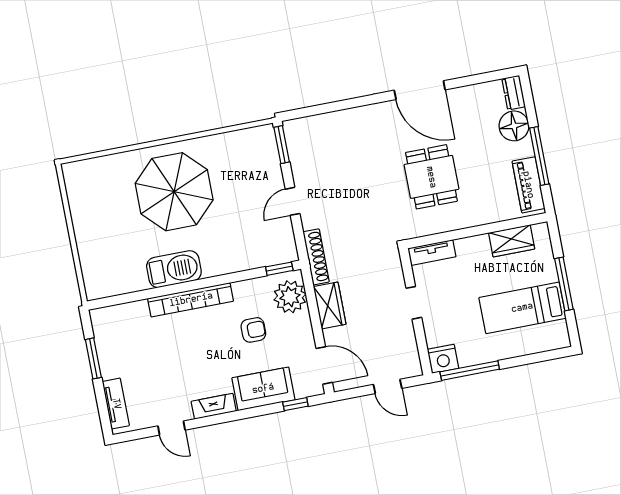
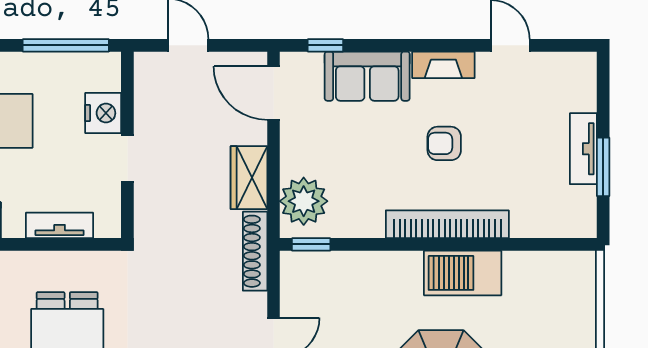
tv unit: (432, 253) -> (60, 225), moved
armchair: (253, 330) -> (444, 143), moved
nightstand: (443, 359) -> (103, 113), moved, turned 90
tv unit: (116, 404) -> (583, 149), moved

